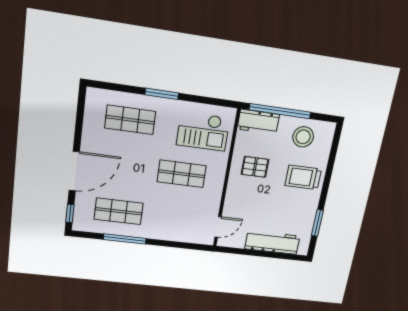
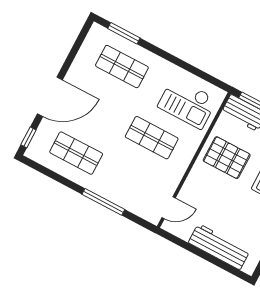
window: (162, 94) -> (124, 33), moved
pallet: (255, 167) -> (227, 158), width x1.50, depth x1.42
window: (125, 239) -> (103, 202), moved

